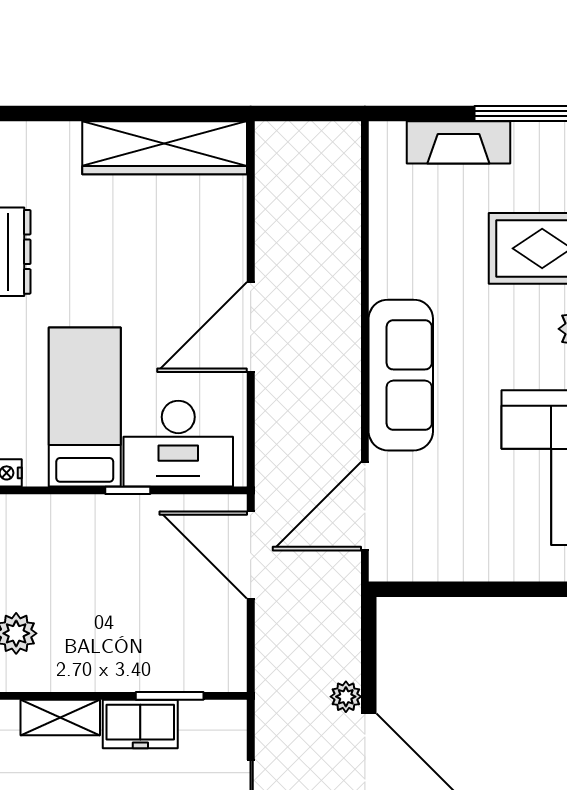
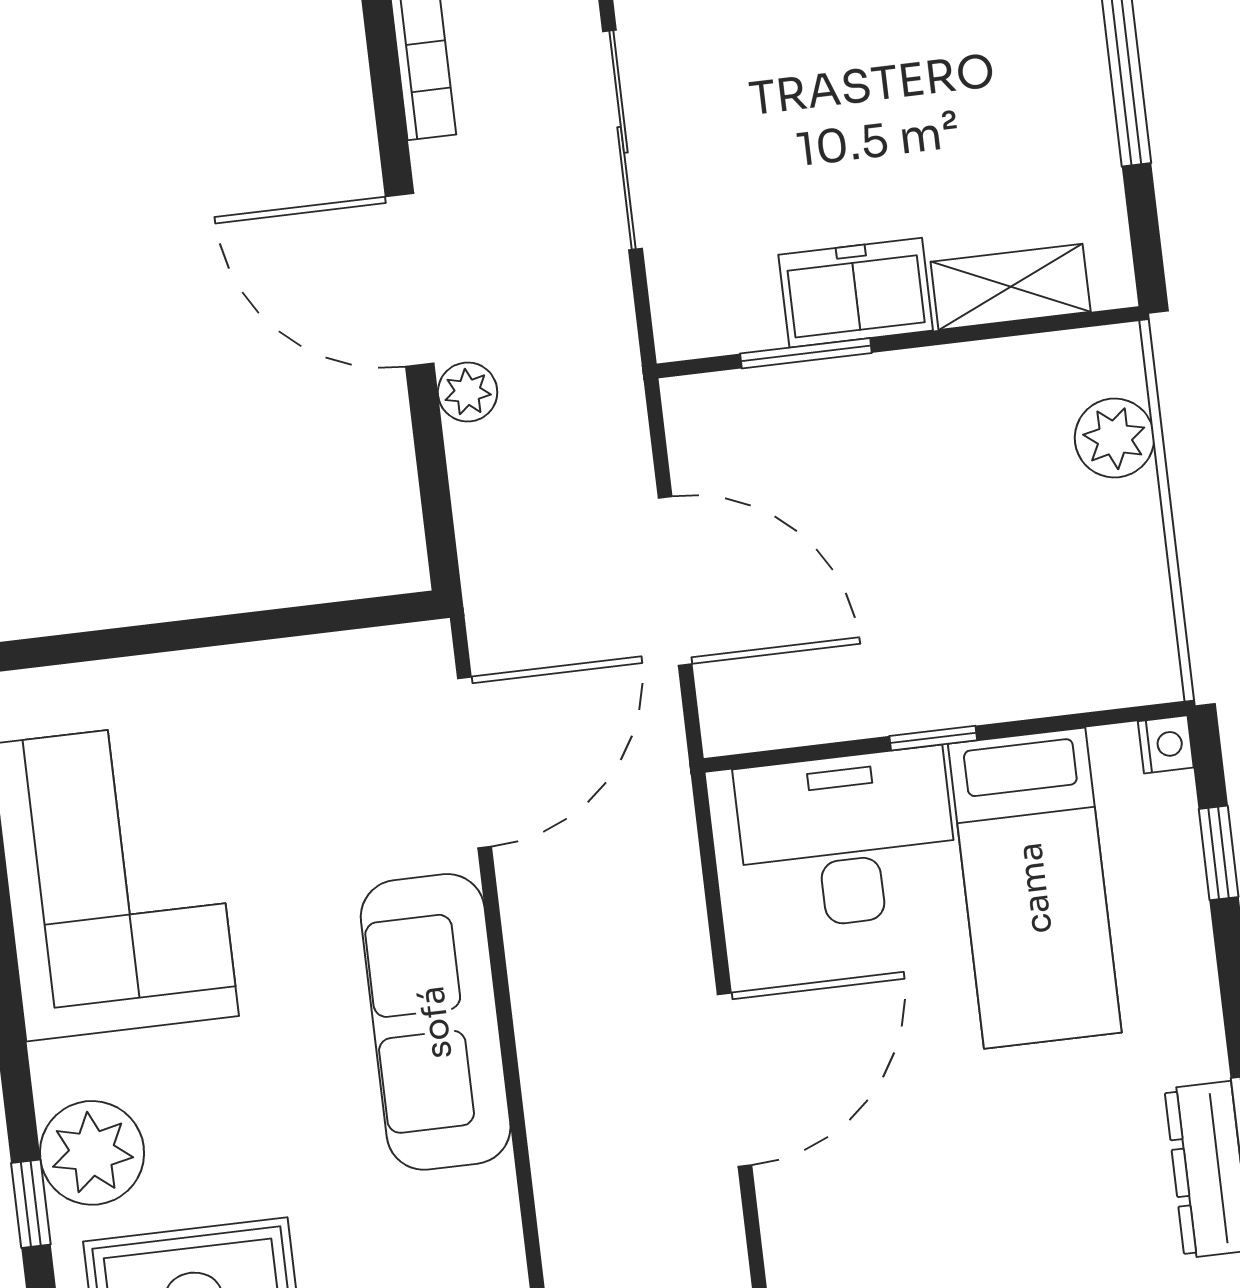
door: (251, 555) -> (675, 581), moved

